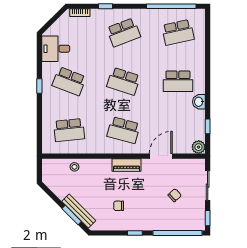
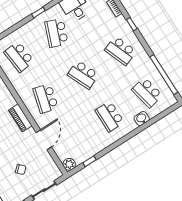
school desk: (124, 81) -> (83, 75), turned -42
washbasin: (199, 102) -> (142, 119), moved
door: (161, 156) -> (44, 140), hinge flipped

